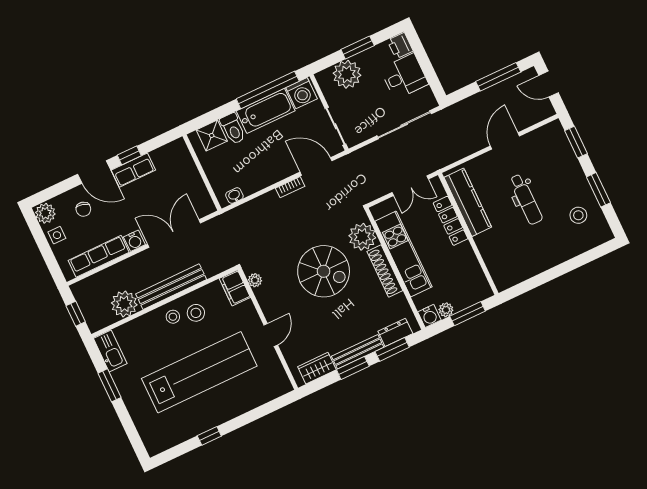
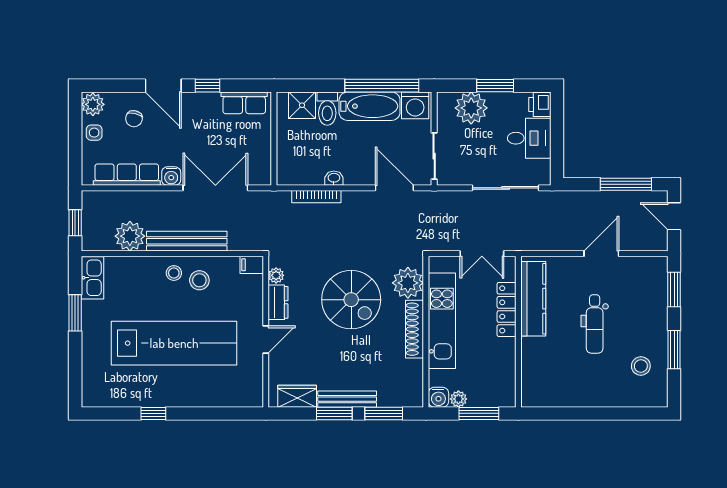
row of seats: (133, 170) -> (244, 103), moved
bookcase: (290, 187) -> (316, 197), moved, width x1.56
washbasin: (234, 196) -> (334, 178), moved
filing cabinet: (235, 288) -> (252, 265), width x0.50
dresser: (395, 332) -> (278, 302), moved, turned 90

